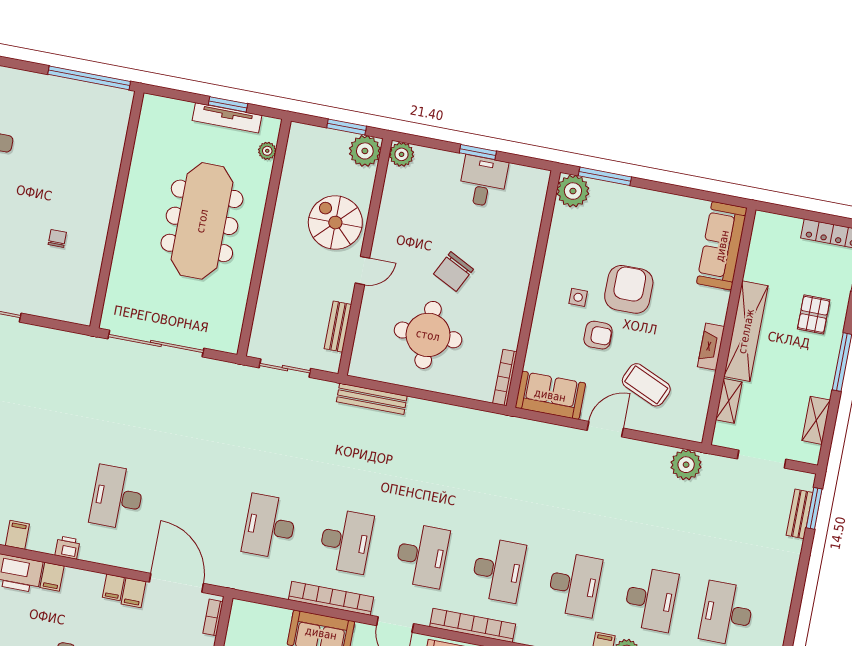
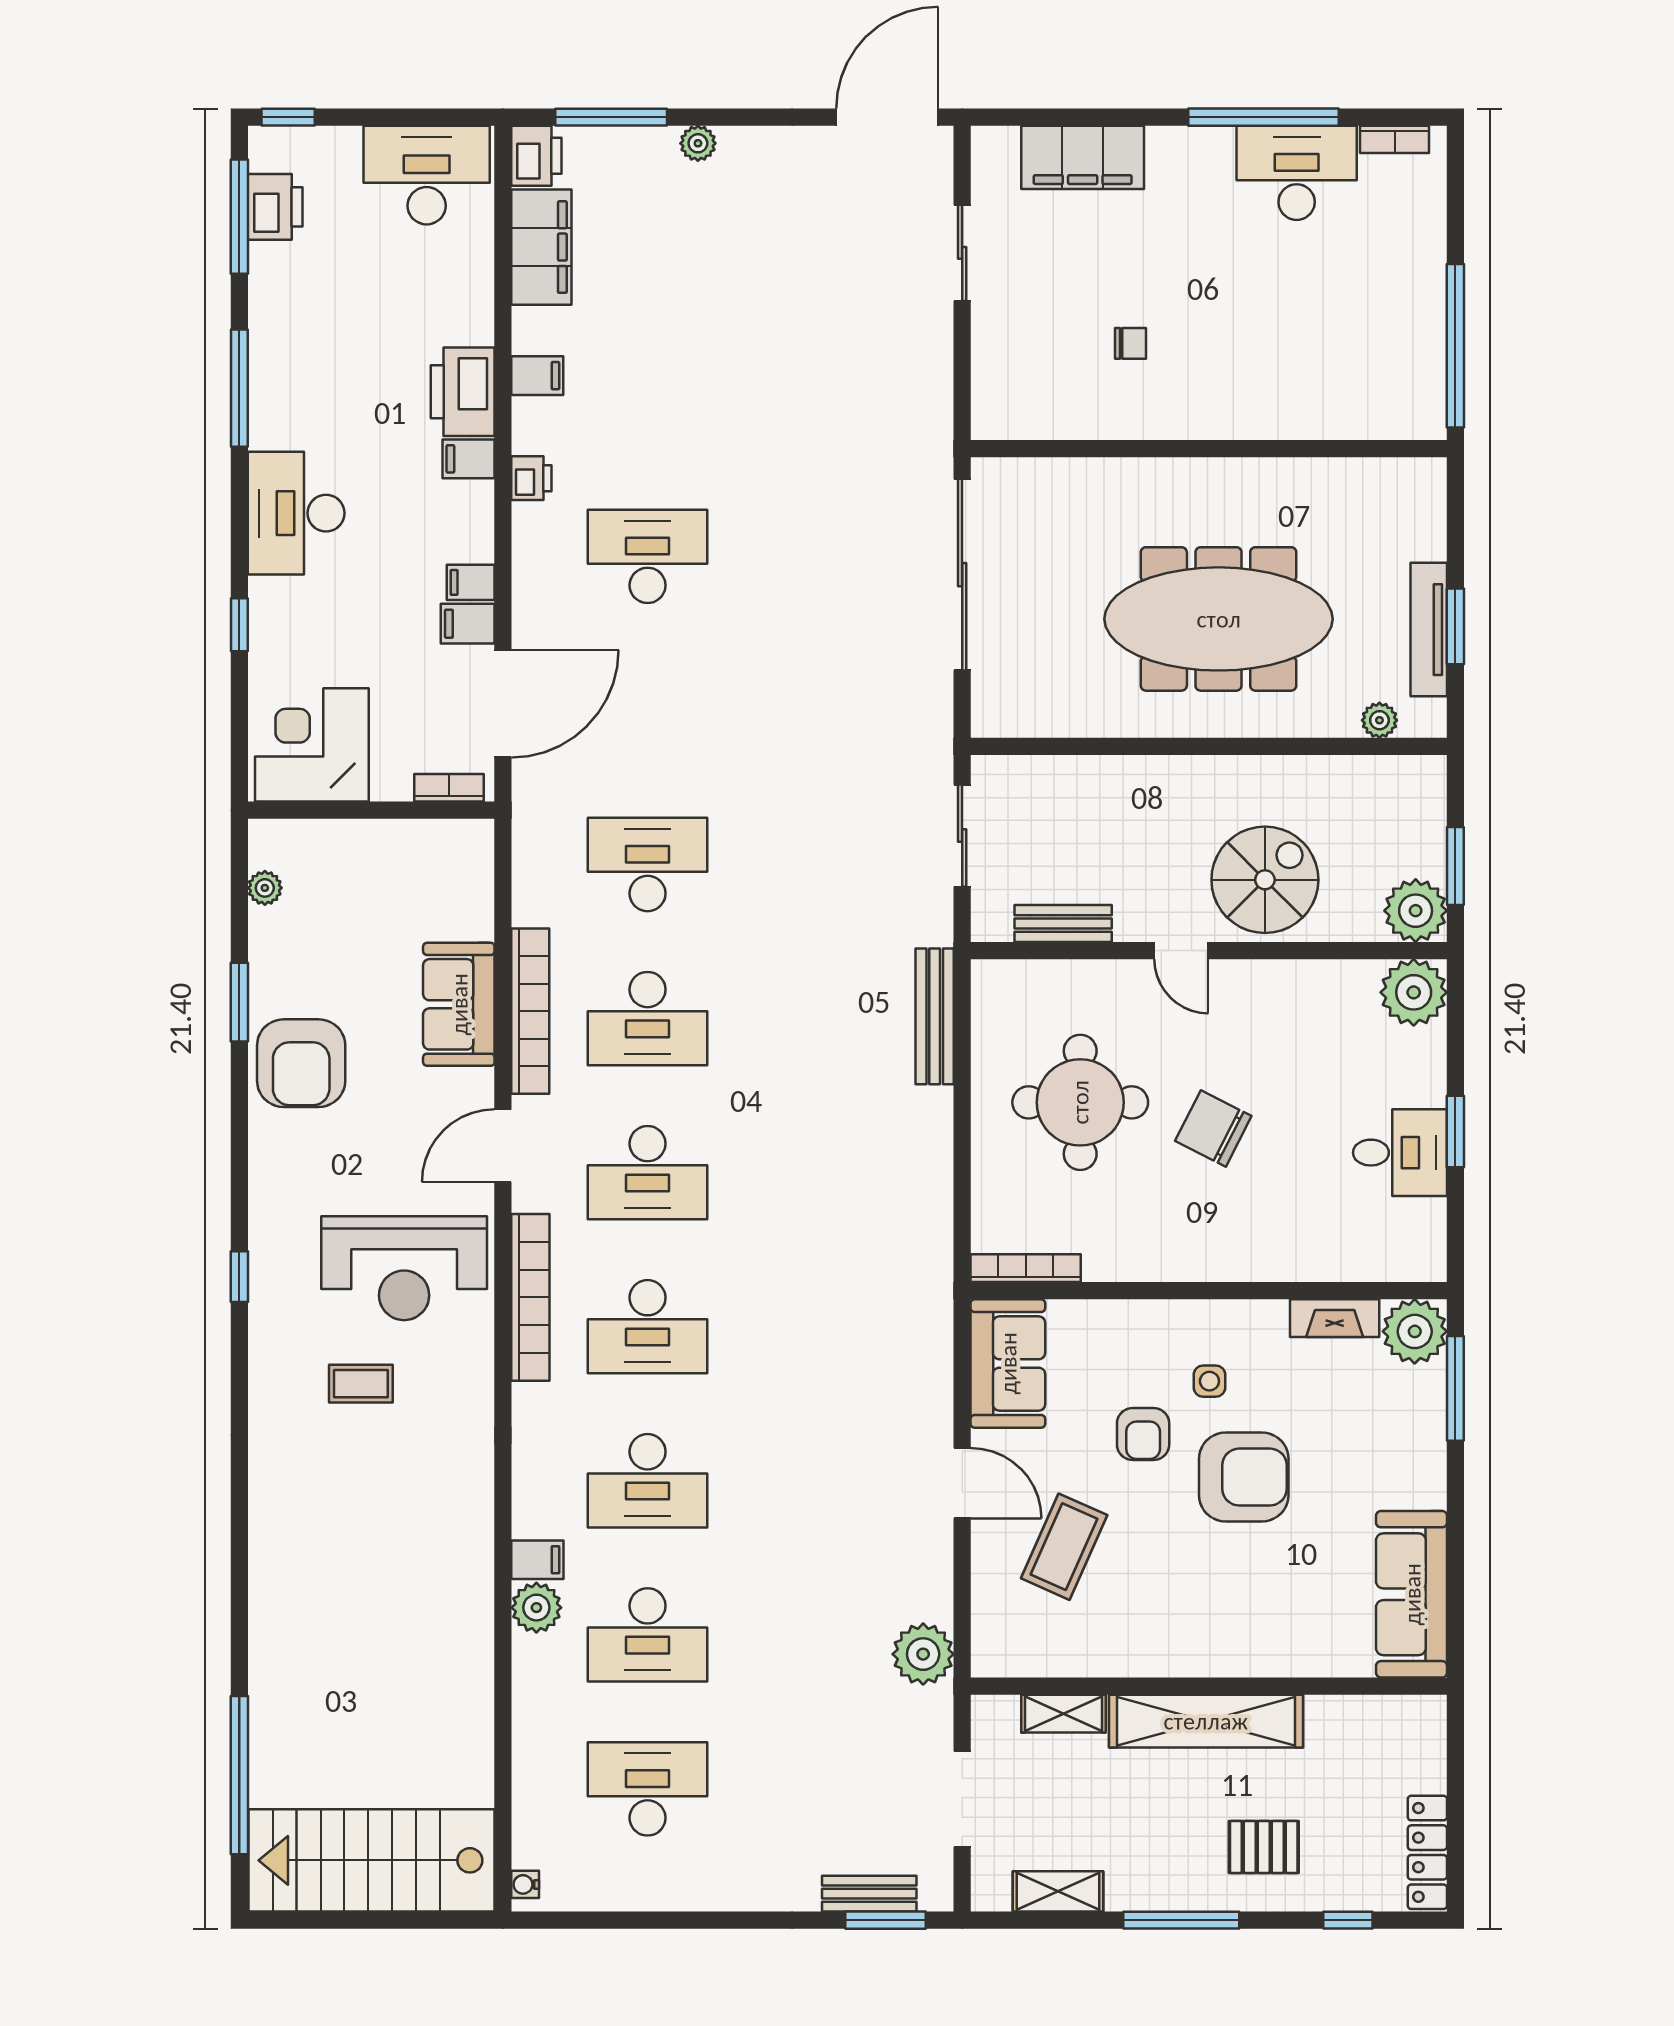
plant: (402, 154) -> (1414, 992), width x1.36, depth x1.36
sofa: (722, 246) -> (1412, 1594), moved, turned -90
fireplace: (711, 347) -> (1335, 1318), moved, turned 180

